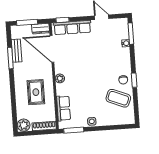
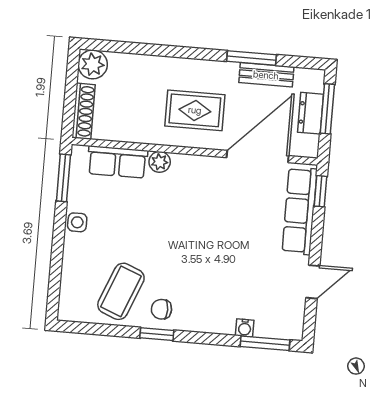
dresser: (40, 29) -> (310, 113), moved
plant: (60, 78) -> (160, 162), moved
rug: (36, 92) -> (195, 110), moved

